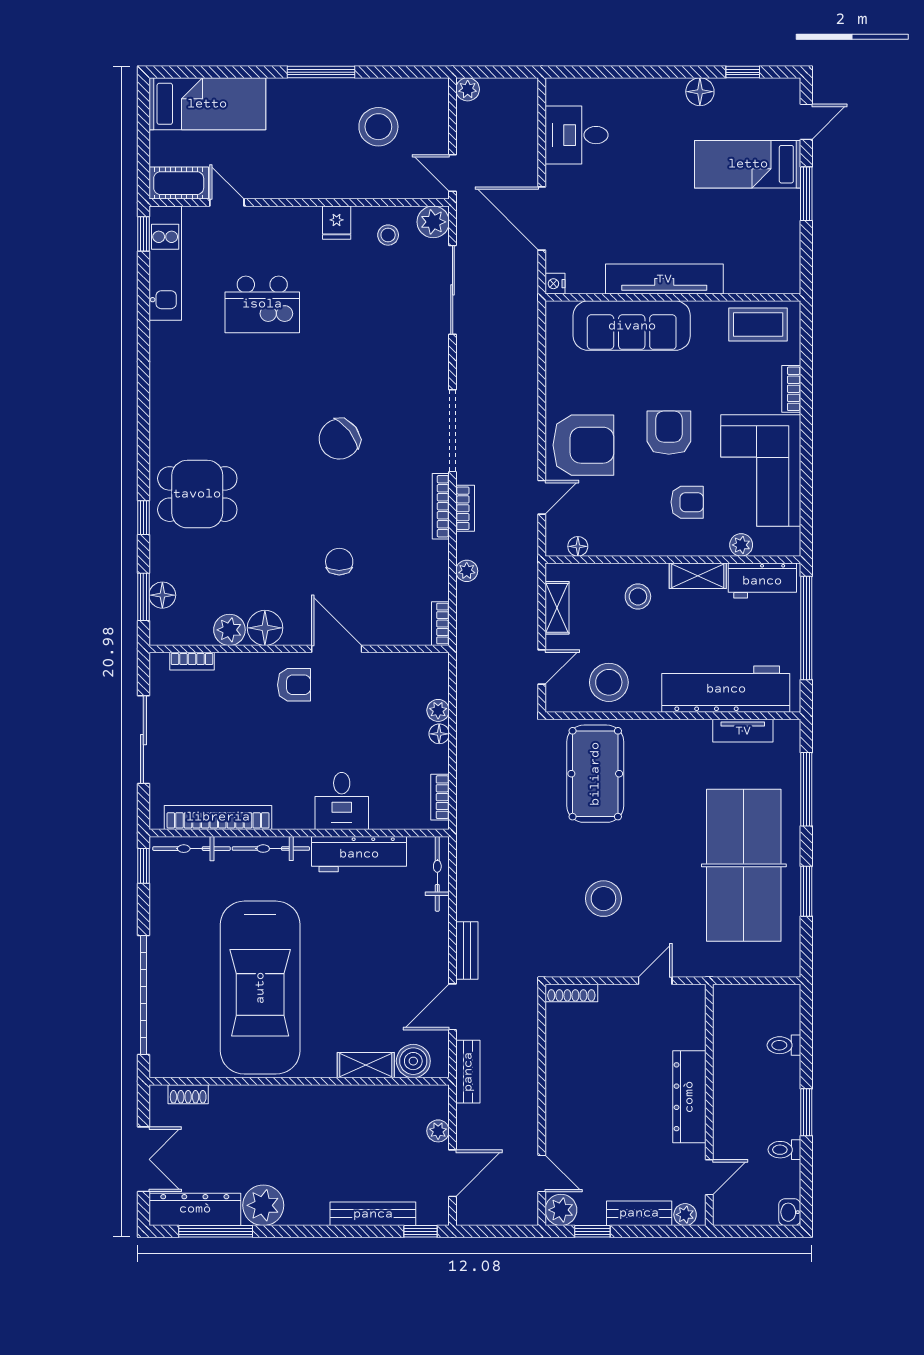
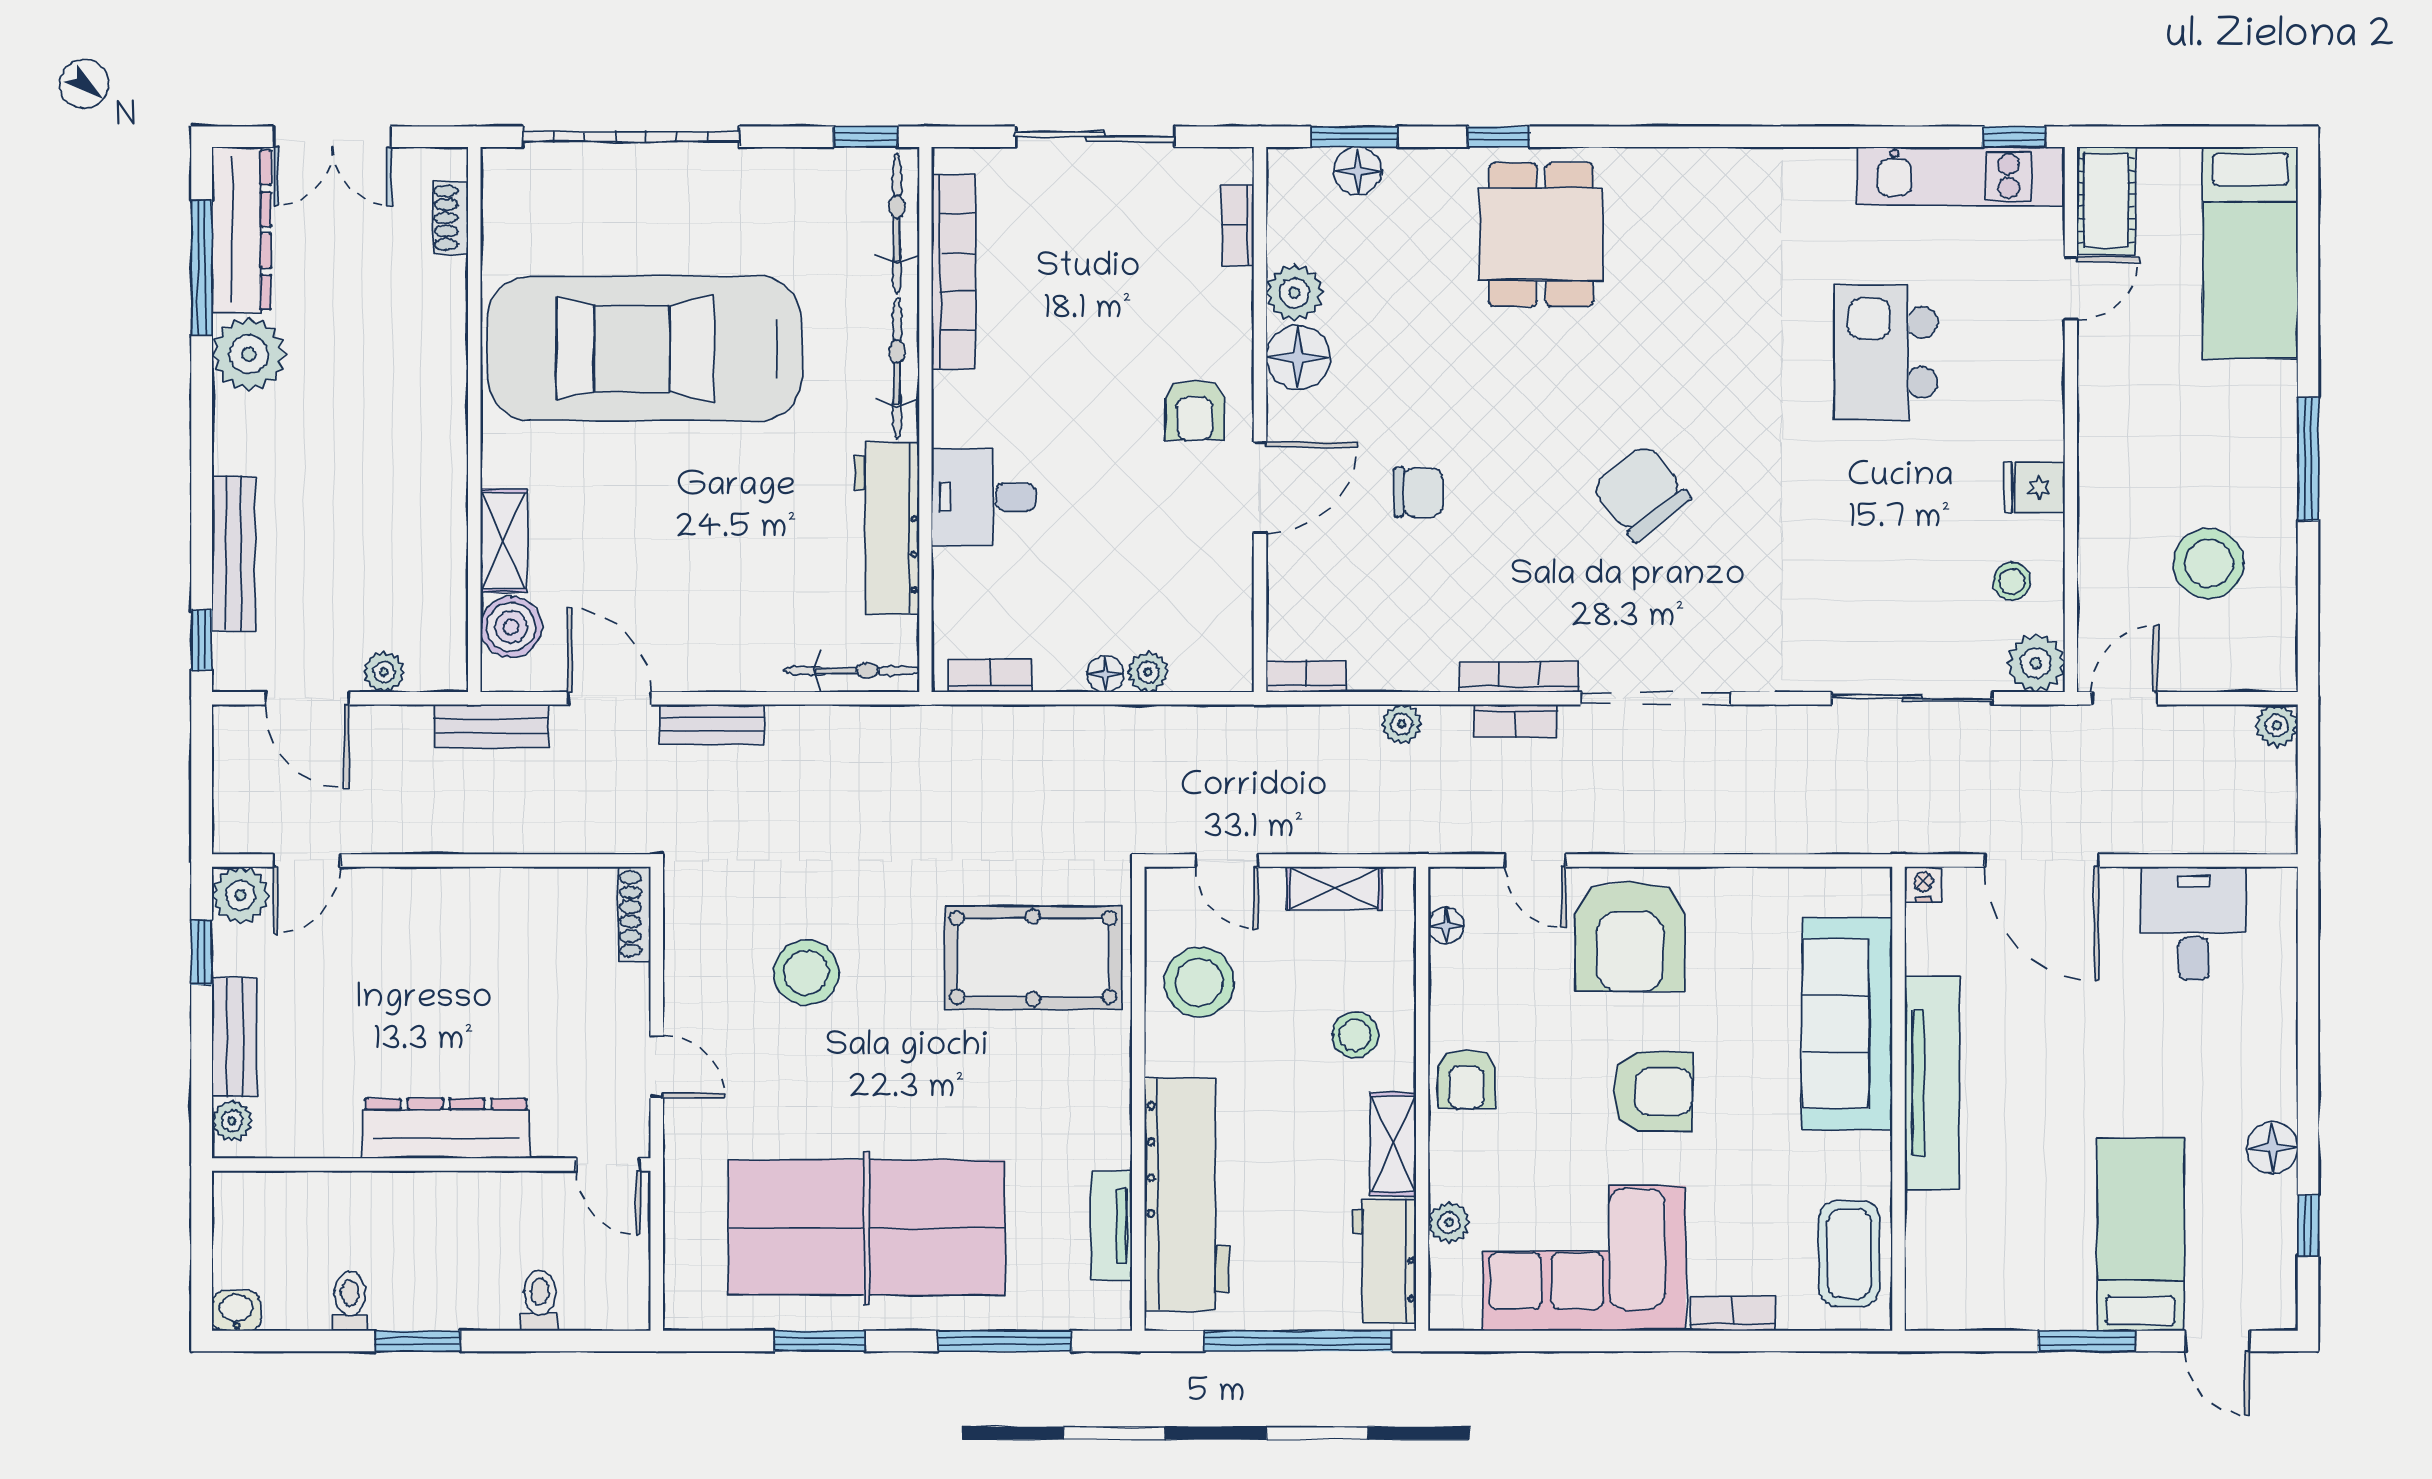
door: (542, 218) -> (2042, 860), swing flipped
armchair: (687, 502) -> (1467, 1079), moved
door: (709, 1177) -> (608, 1165), moved

